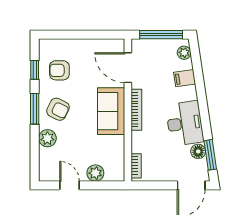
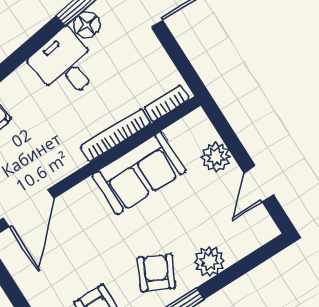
bookcase: (136, 110) -> (116, 135), moved
sofa: (111, 111) -> (139, 173), moved
desk: (185, 123) -> (65, 65), width x0.73

